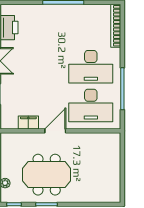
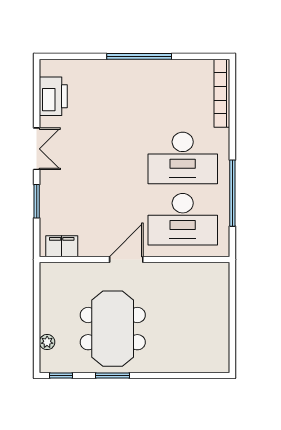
filing cabinet: (28, 122) -> (62, 246), moved
meeting table: (47, 175) -> (113, 329), turned 90

